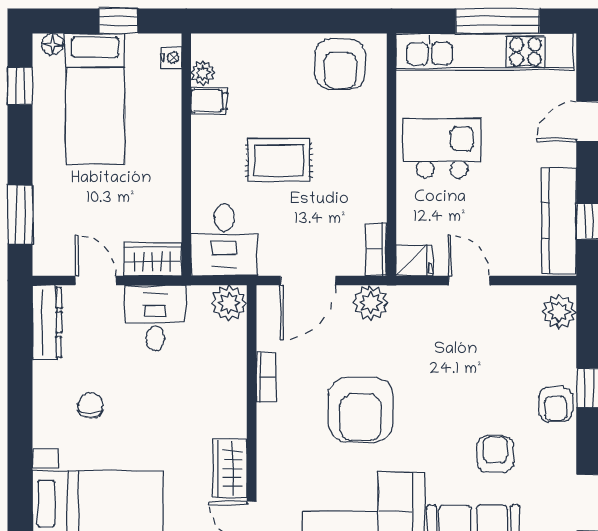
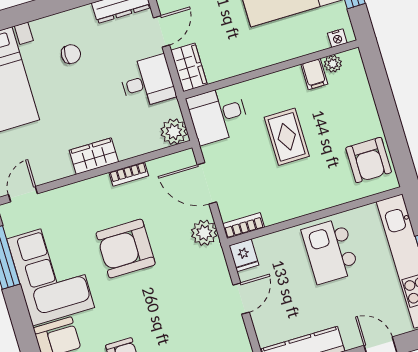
armchair: (340, 64) -> (369, 160), turned -90
kitchen island: (442, 148) -> (330, 251), turned 180
wardrobe: (230, 468) -> (94, 156), moved

